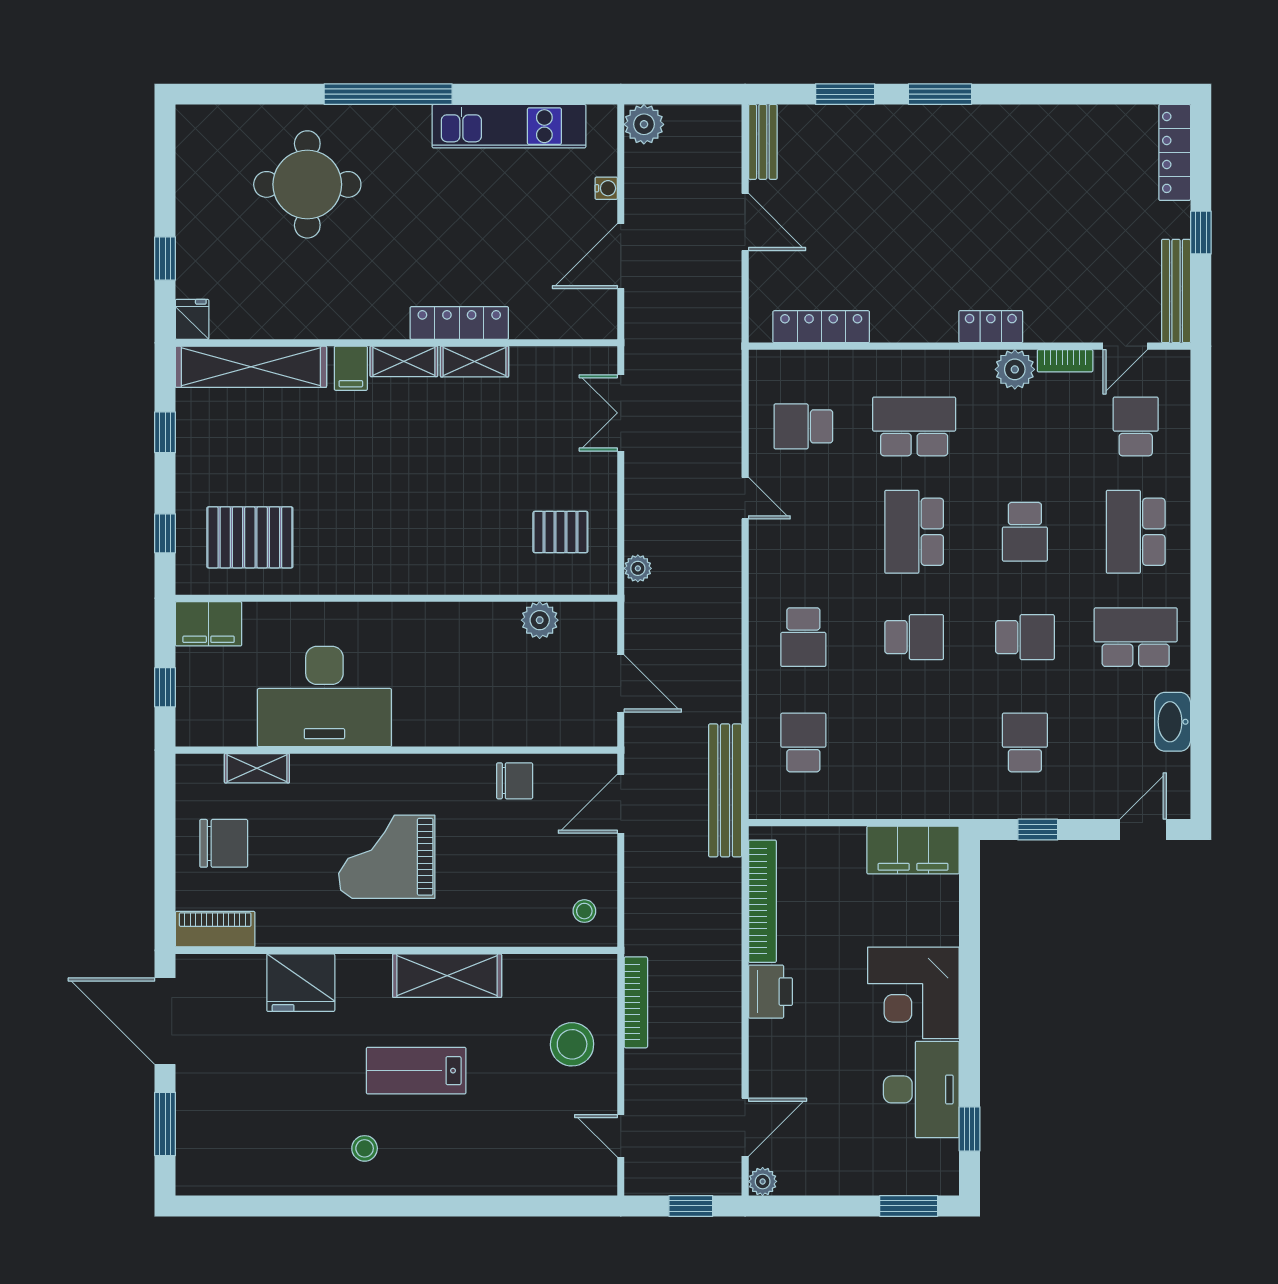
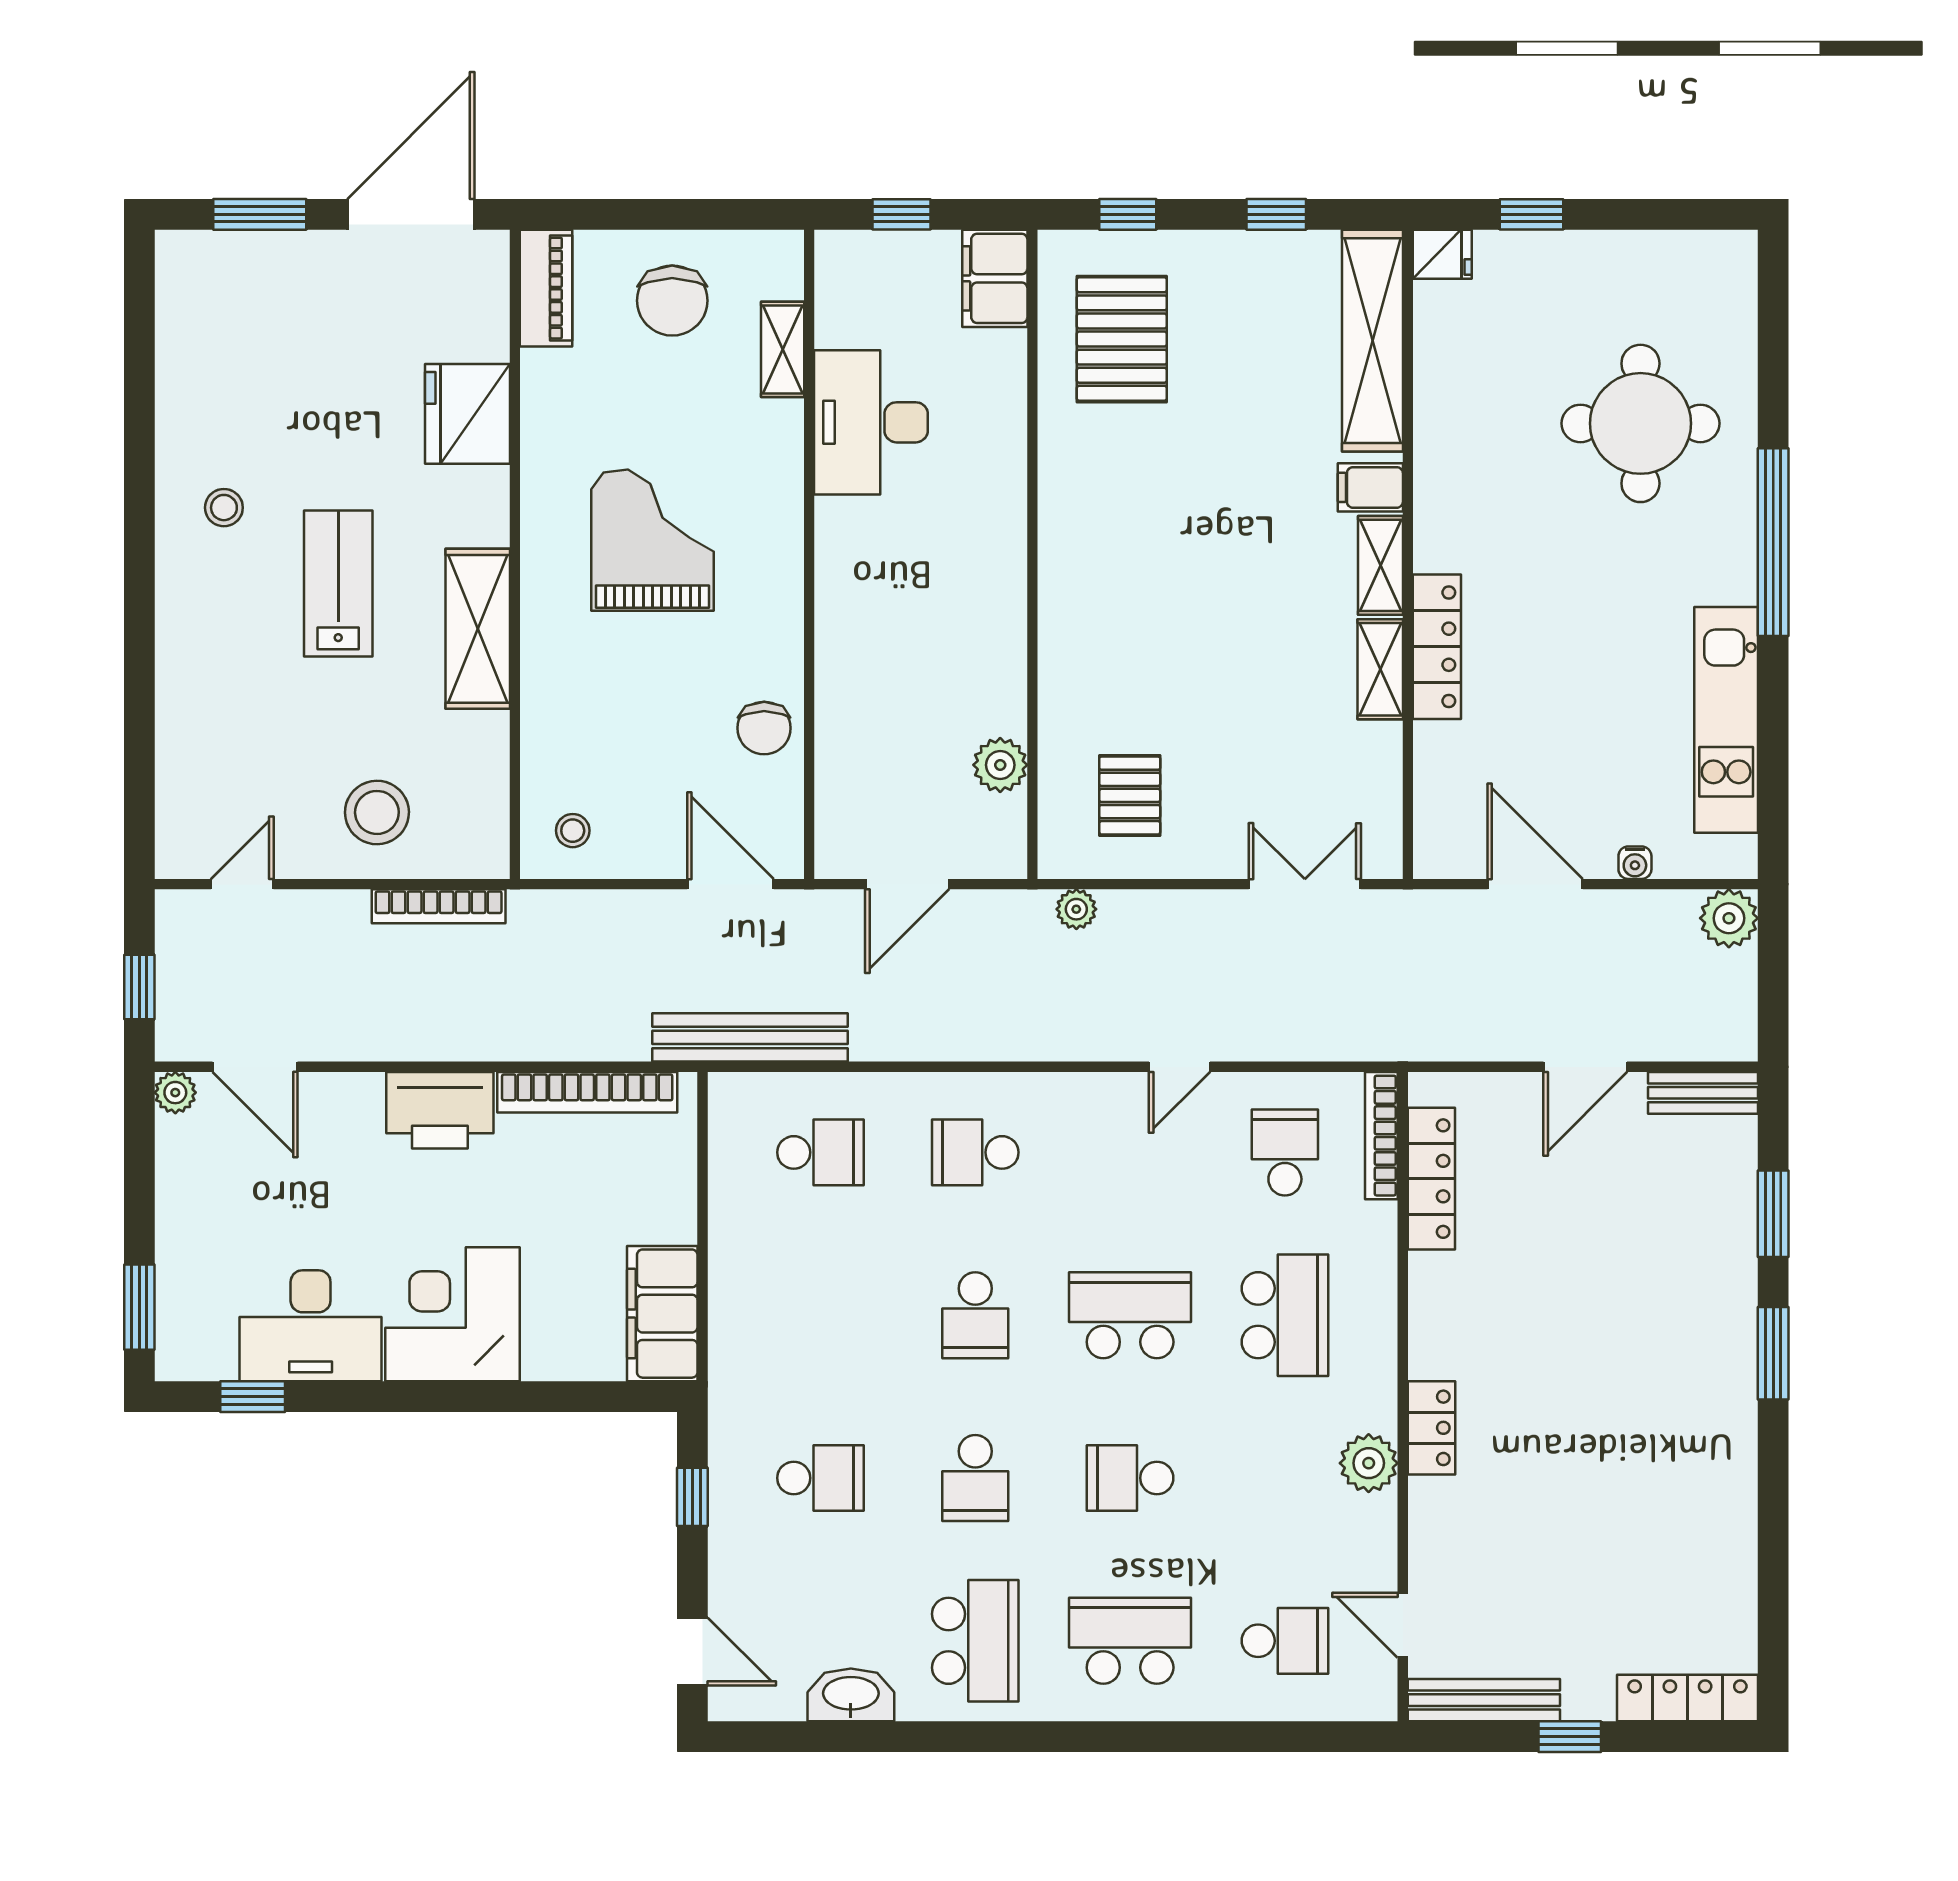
bookcase: (1065, 361) -> (1381, 1136), moved, width x1.56
desk: (324, 697) -> (871, 422), width x0.73, depth x0.77
printer: (770, 992) -> (440, 1110), width x1.37, depth x1.19

